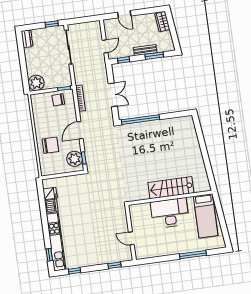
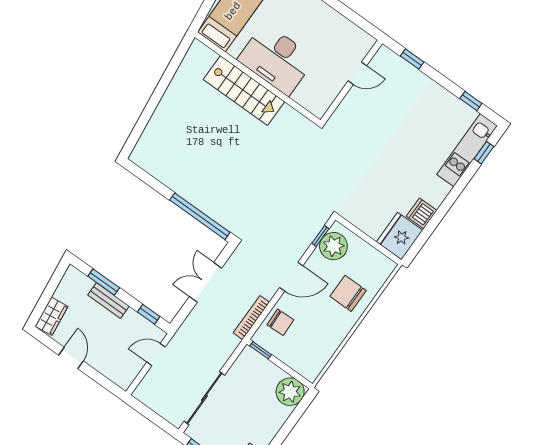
door: (124, 14) -> (71, 358), moved
chair: (58, 100) -> (280, 322), moved
fridge: (50, 193) -> (400, 236), width x1.88, depth x1.34
door: (131, 238) -> (357, 73), hinge flipped
kitchen unit: (56, 242) -> (467, 150), width x0.73

